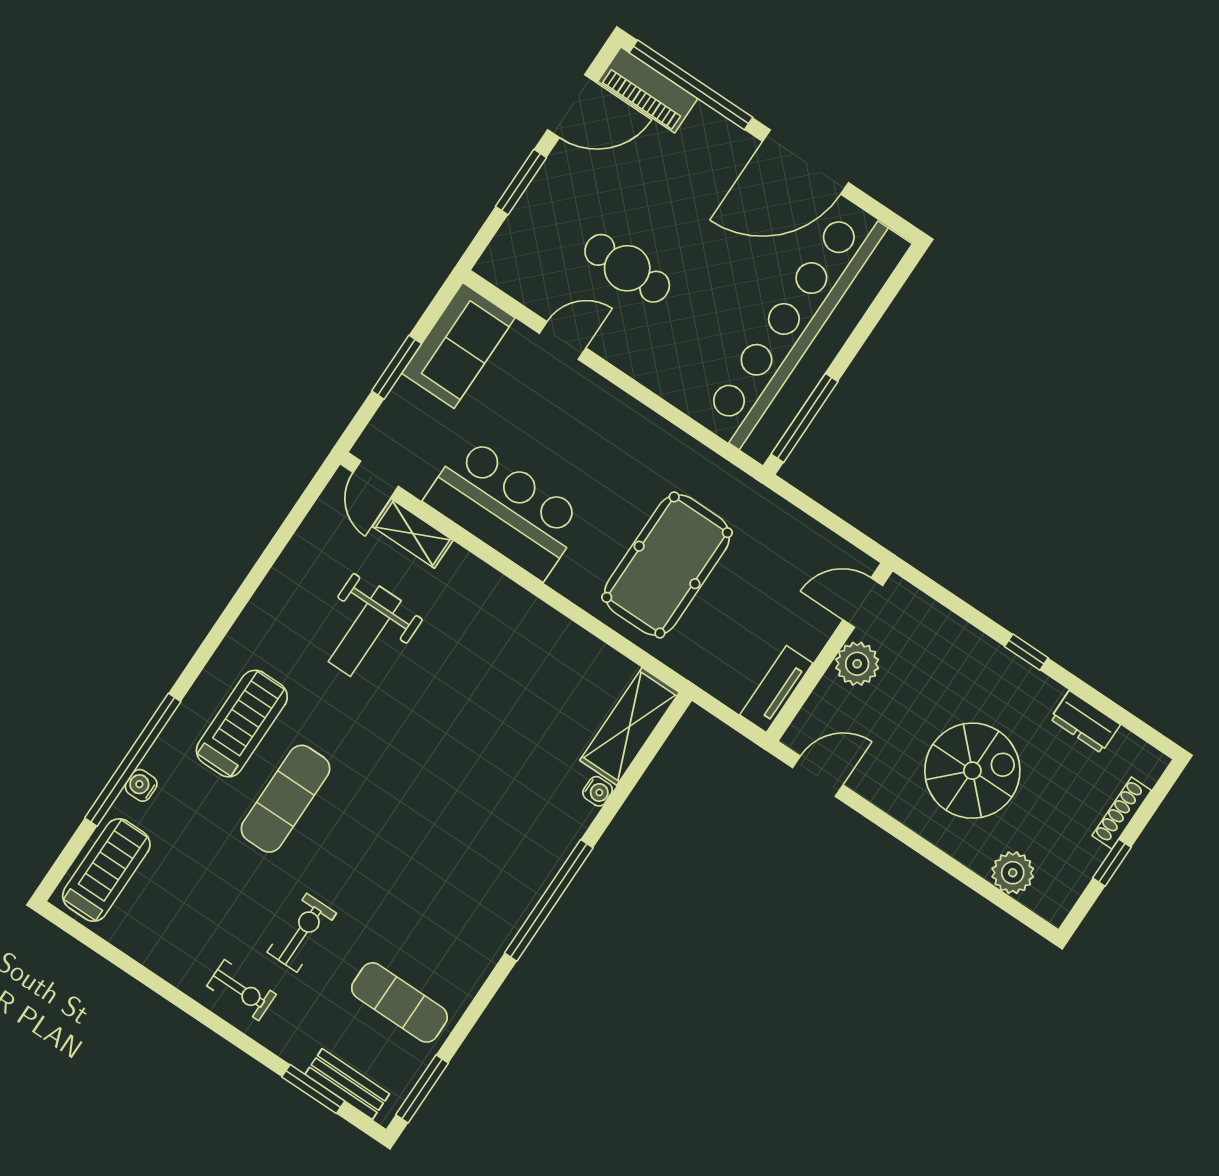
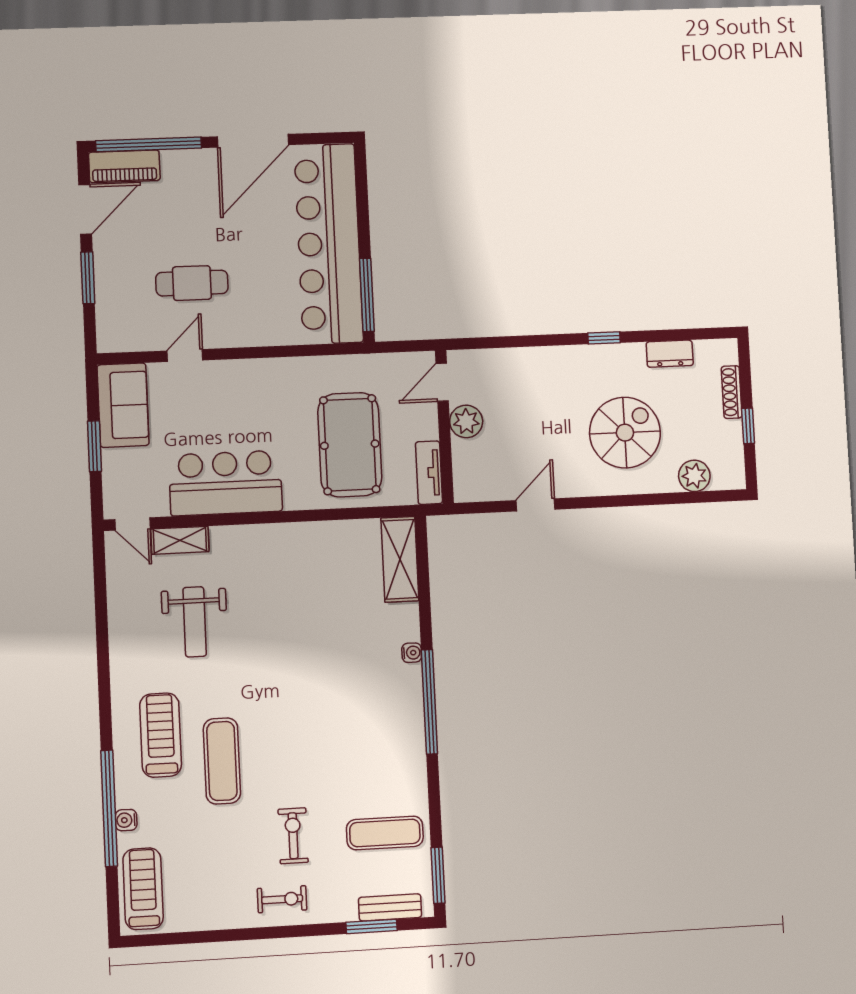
door: (863, 603) -> (442, 382), moved
wall: (830, 652) -> (444, 427), moved
plant: (857, 664) -> (466, 421), moved
tv unit: (776, 689) -> (429, 473), moved
water cooler: (598, 791) -> (412, 653), moved

